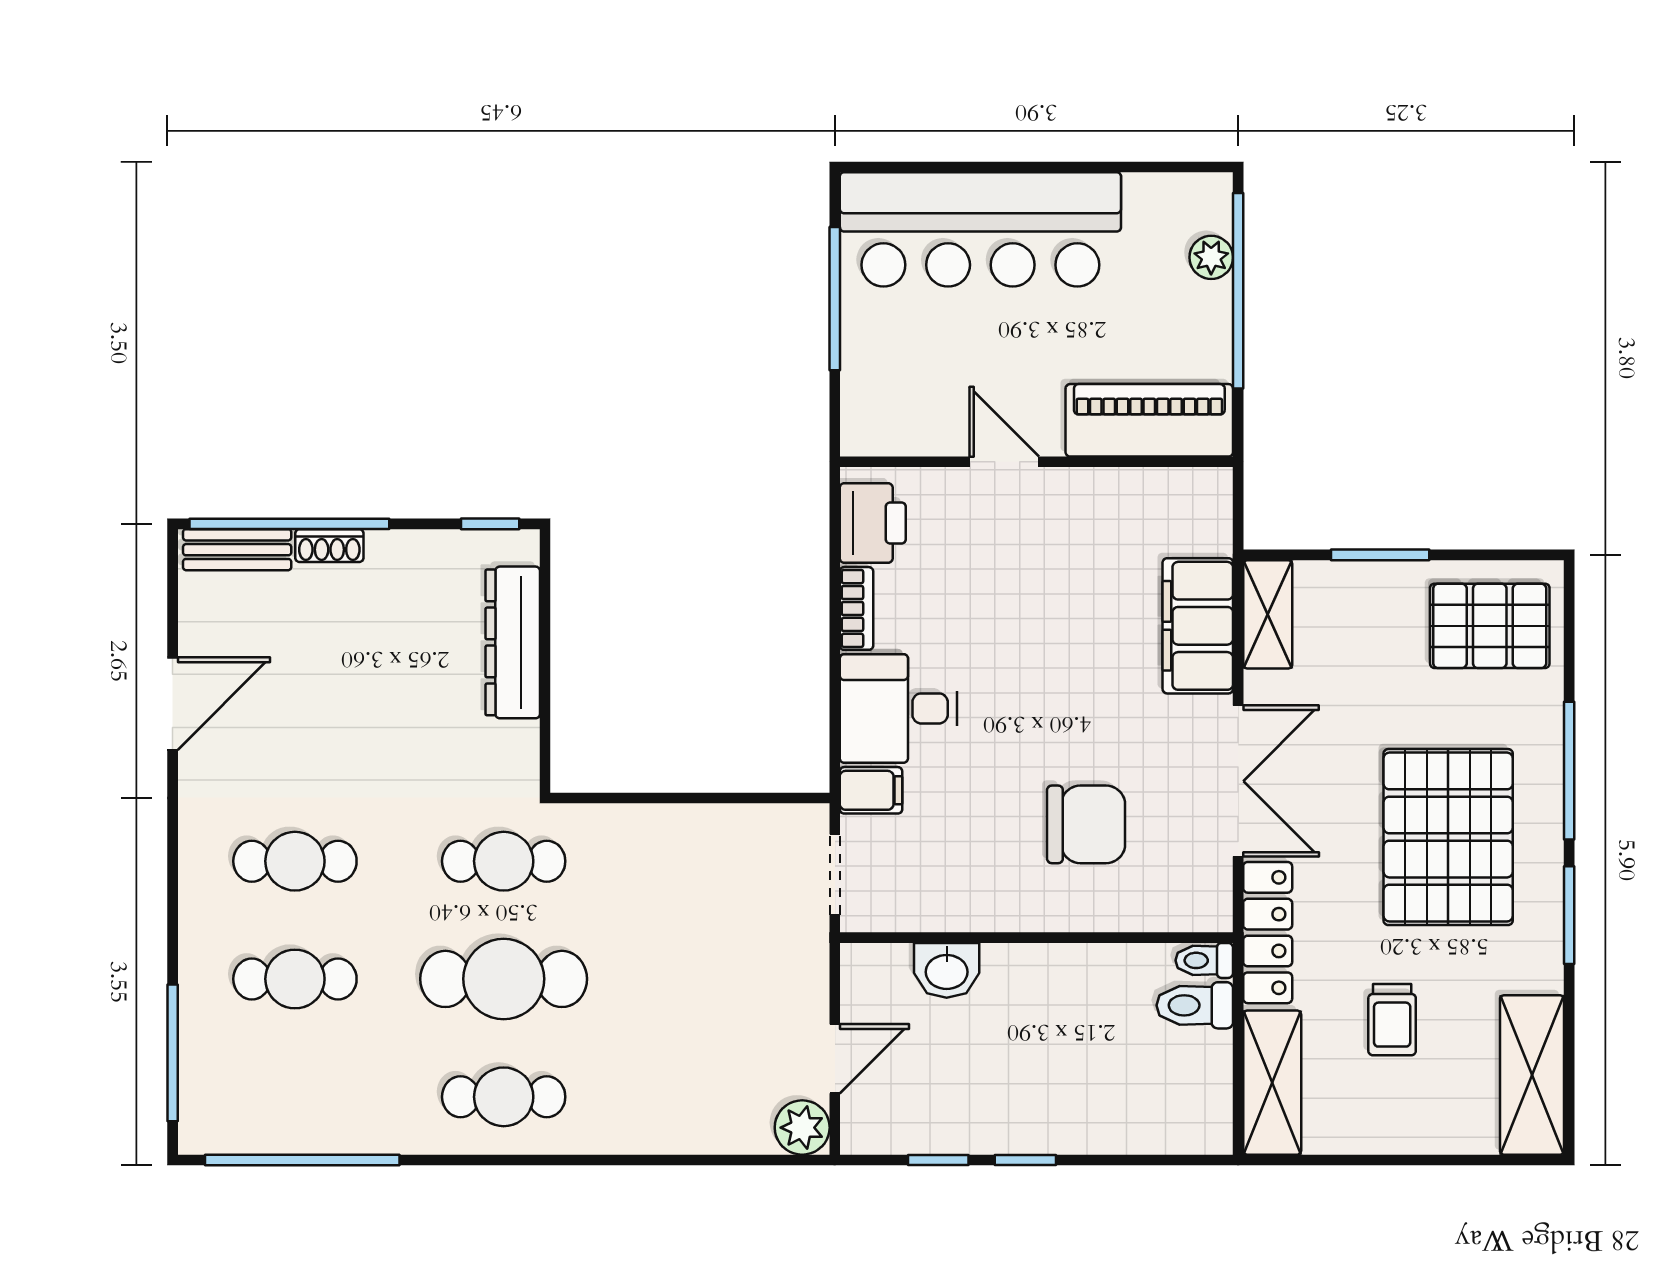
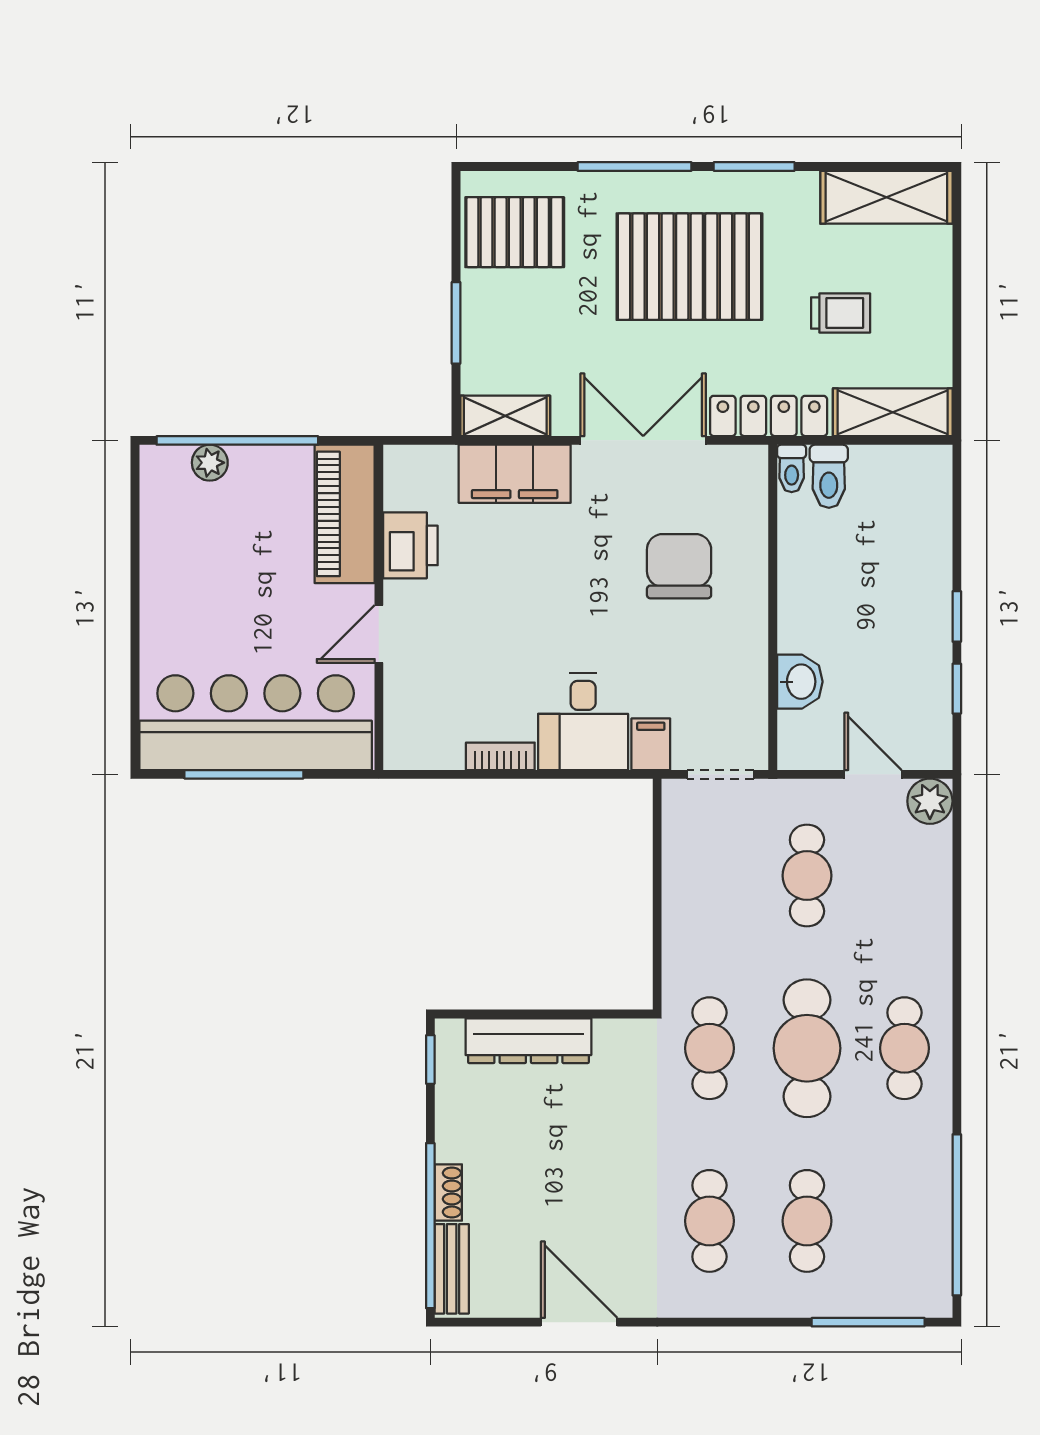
bar counter: (980, 229) -> (256, 723), moved, turned -90
printer: (873, 523) -> (410, 545), moved, turned 90
pallet: (1490, 626) -> (515, 232), turned 90
cafe table: (712, 979) -> (807, 876), added

